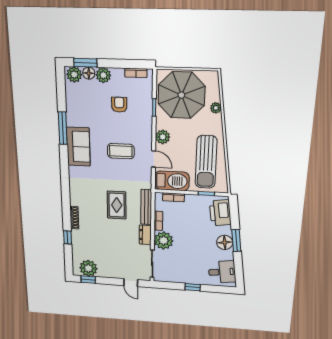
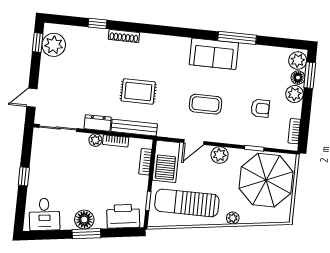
plant: (216, 108) -> (233, 218), moved
coffee table: (121, 151) -> (206, 104), turned 90
plant: (164, 241) -> (95, 140), width x0.53, depth x0.53

